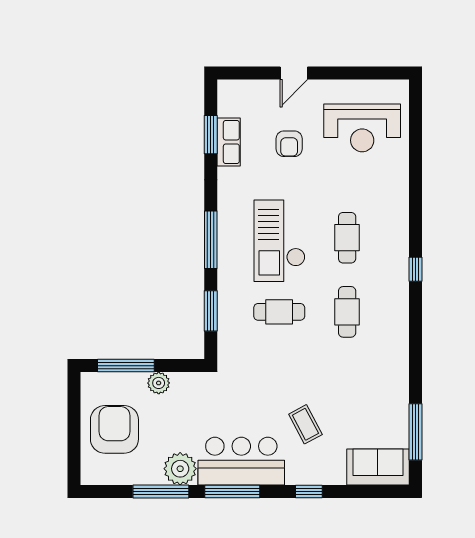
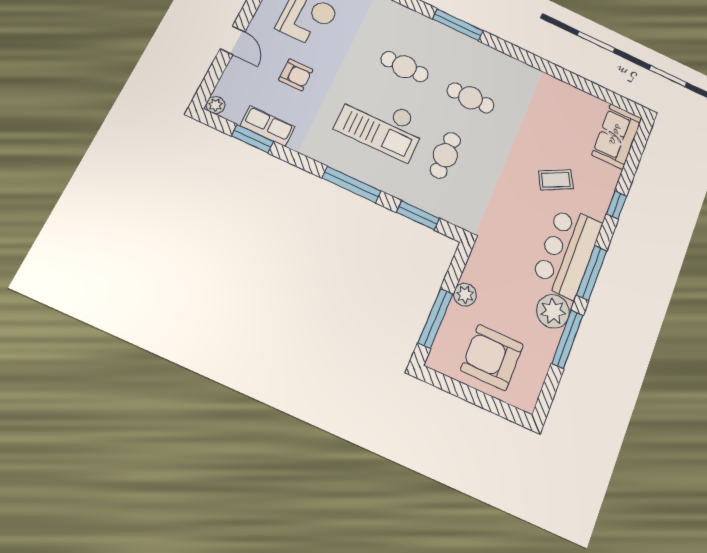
plant: (226, 88) -> (215, 105), added
window: (416, 269) -> (458, 25), width x2.17
window: (416, 432) -> (598, 91), removed

